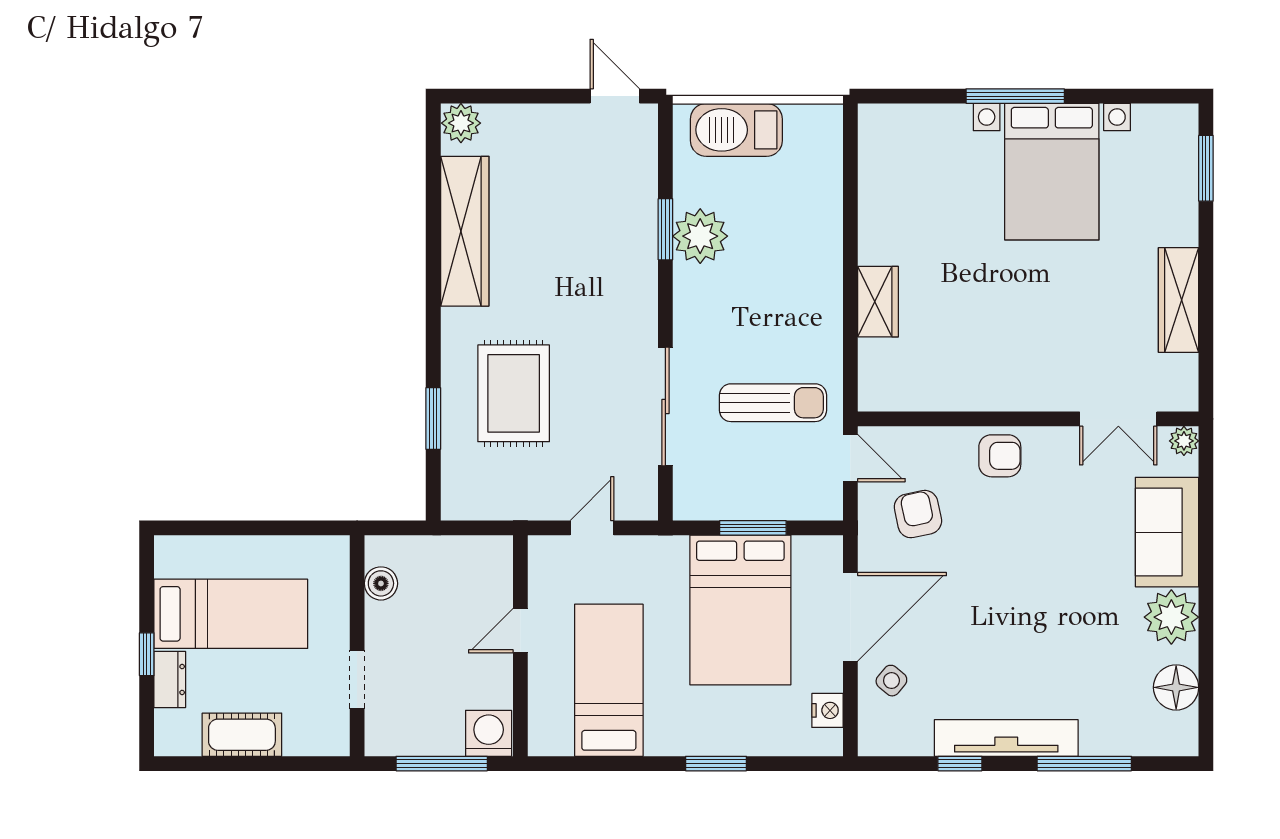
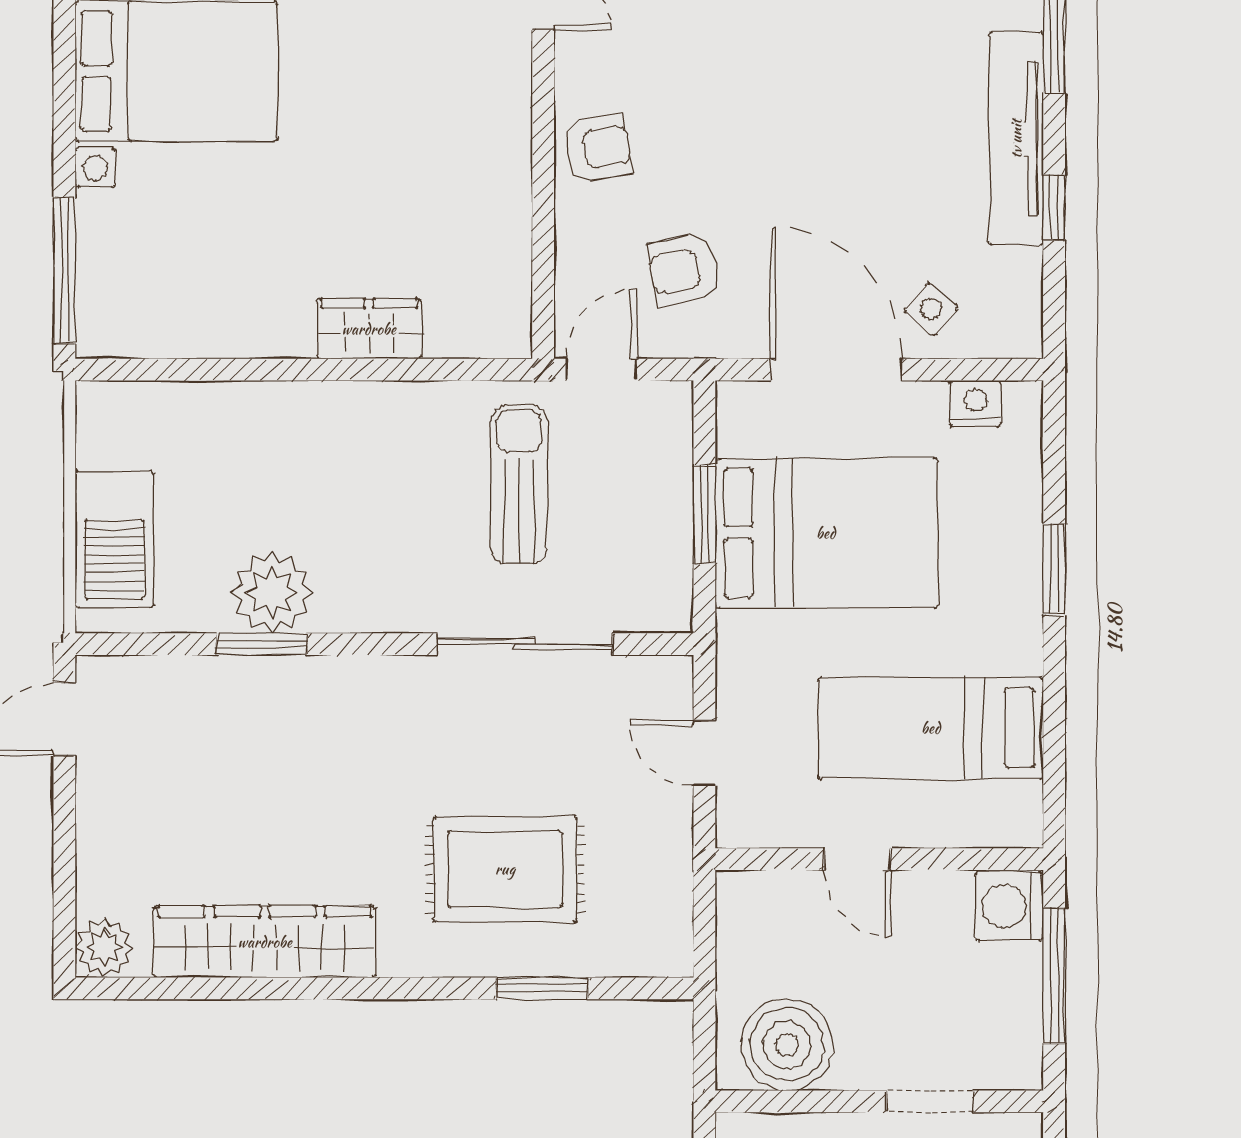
window: (1015, 96) -> (64, 270), moved
armchair: (1000, 456) -> (598, 148), turned 80
boiler: (381, 583) -> (787, 1045), width x1.86, depth x1.86

